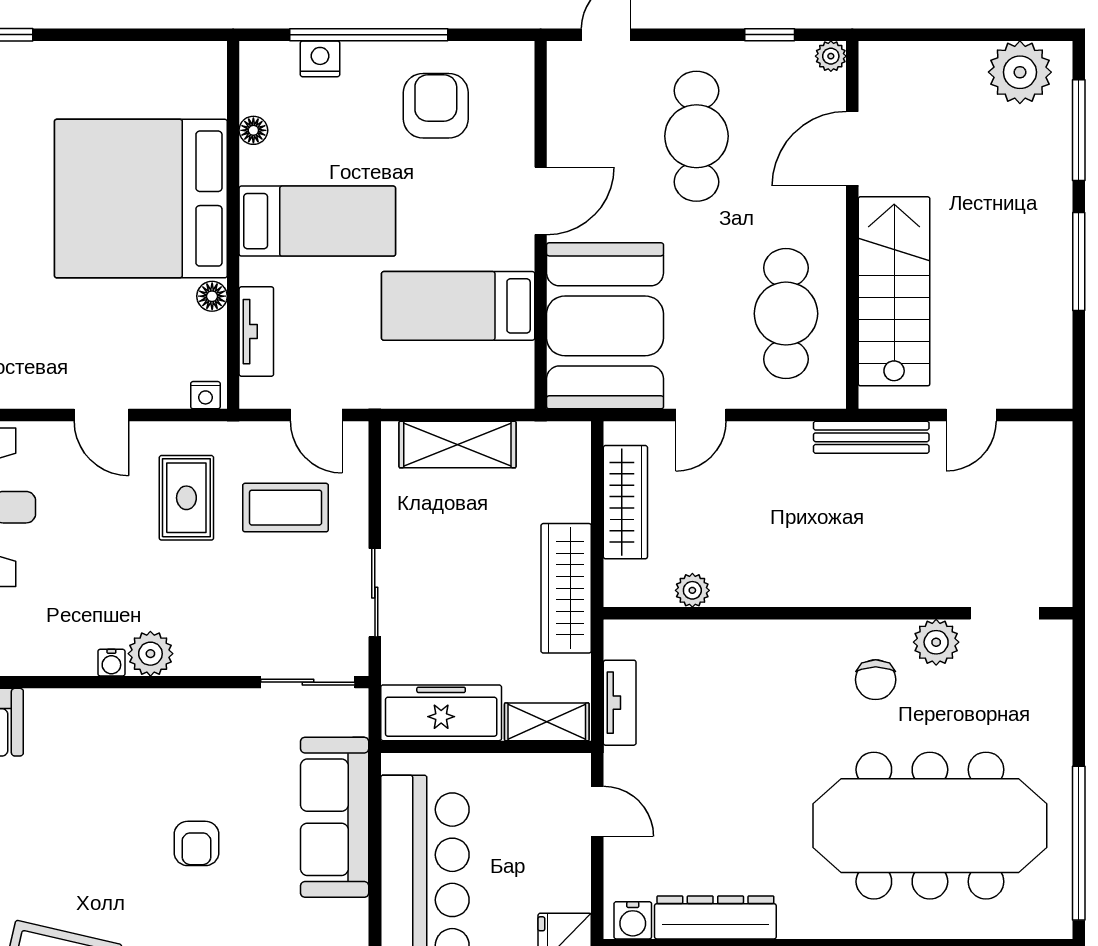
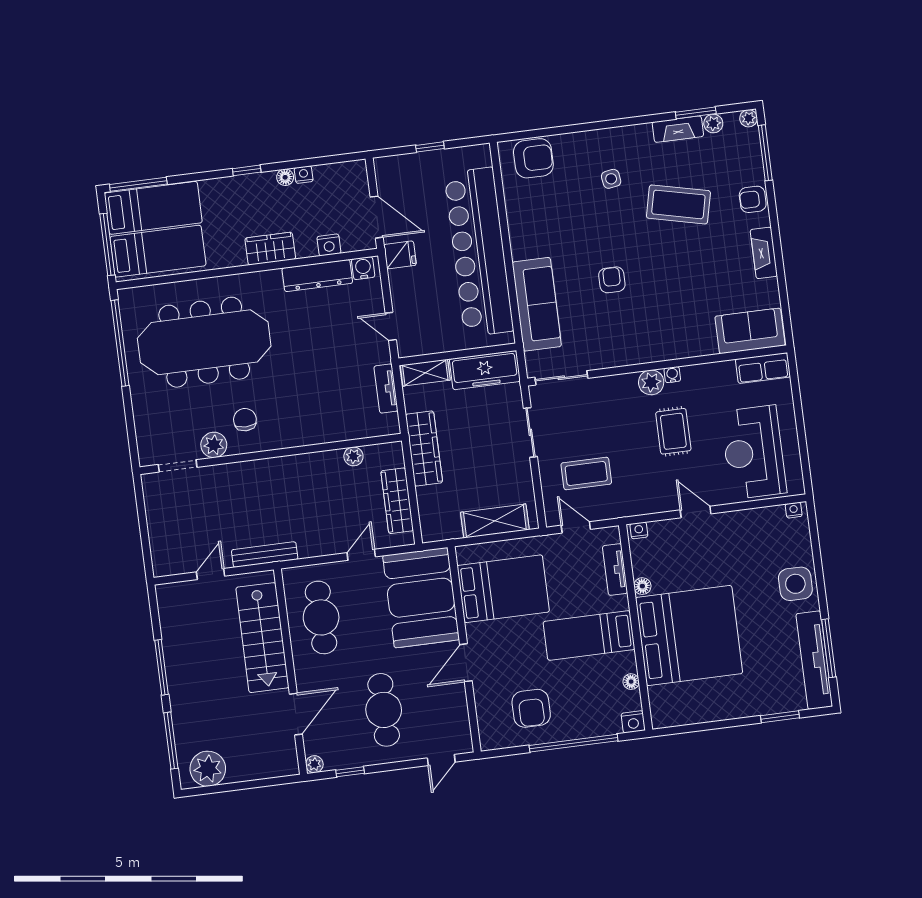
nightstand: (320, 59) -> (633, 722), moved
bed: (458, 306) -> (503, 589), width x1.50
rug: (186, 498) -> (673, 431), moved

